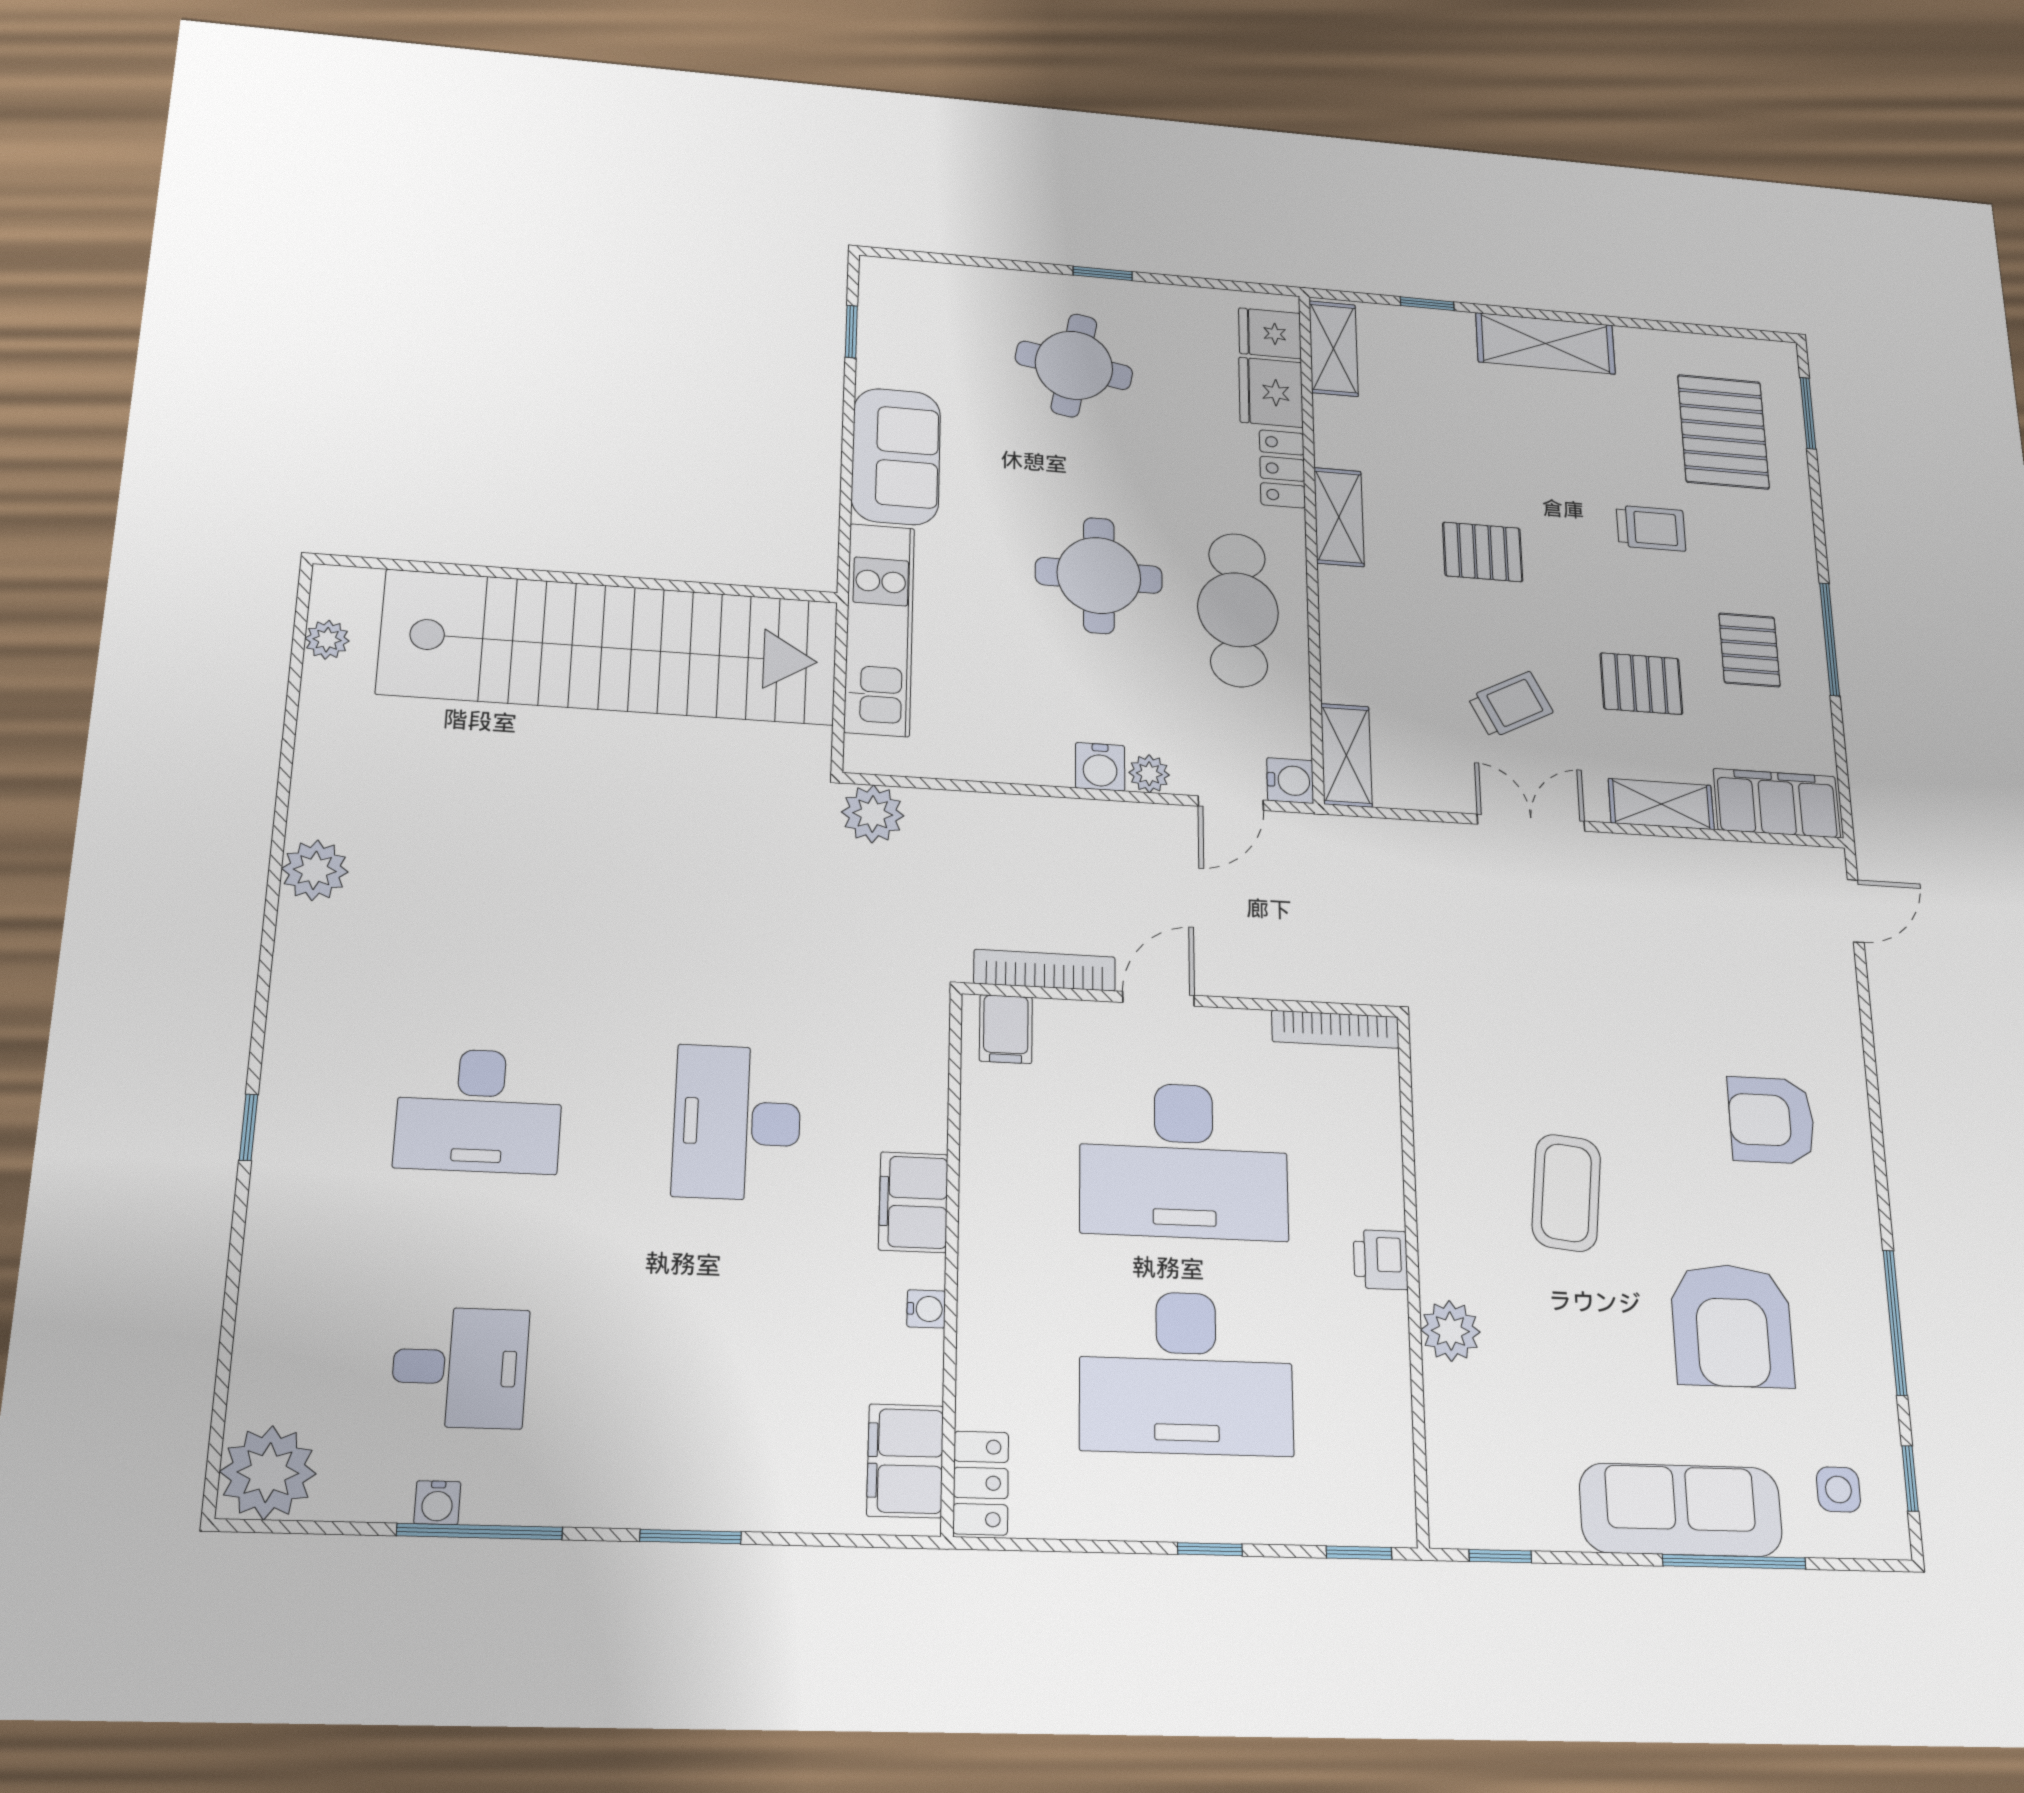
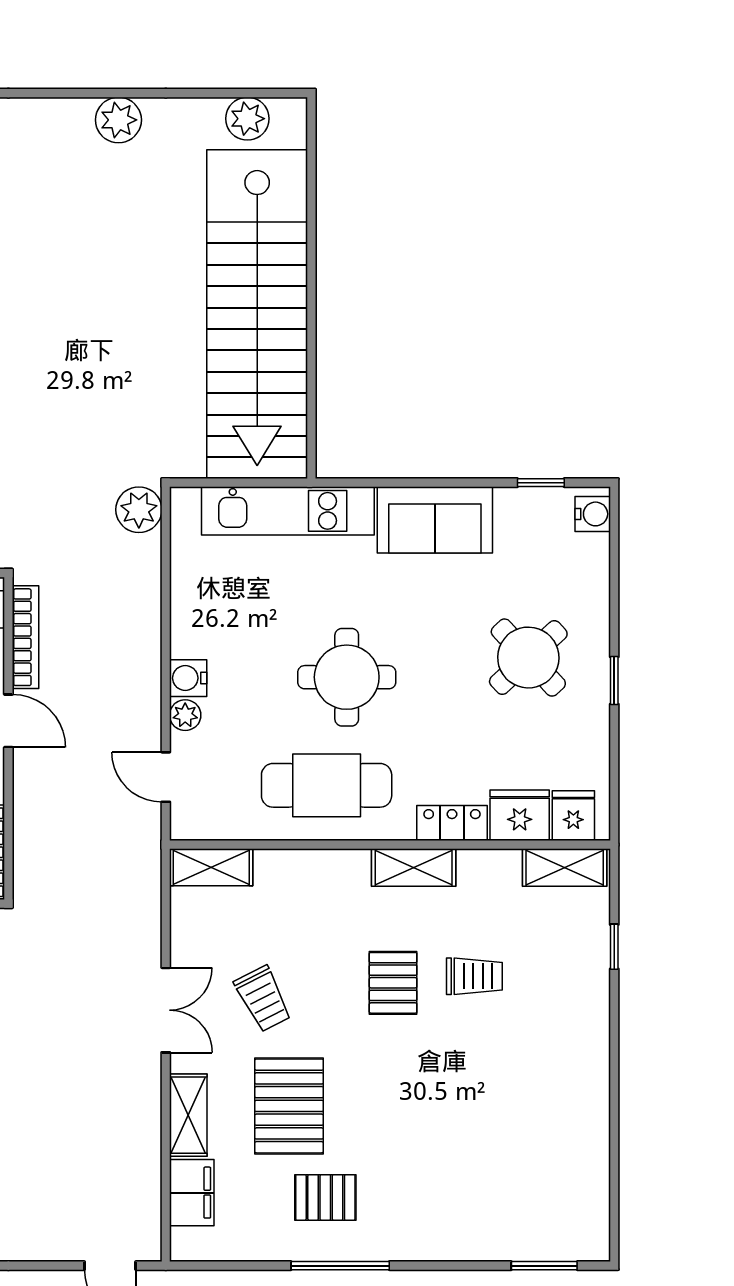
shelving: (1545, 343) -> (587, 1045), removed
round table: (1074, 365) -> (528, 658), turned 37
pallet: (1723, 432) -> (520, 1191), removed
trolley: (1651, 528) -> (474, 976), moved, turned -90
plant: (327, 640) -> (247, 119), width x1.38, depth x1.38
pallet: (1641, 684) -> (289, 1106), width x1.50, depth x1.42
water cooler: (1290, 780) -> (593, 514), moved, turned -90
filing cabinet: (1777, 803) -> (192, 1193), width x0.67, depth x0.86
plant: (315, 870) -> (118, 120), moved

